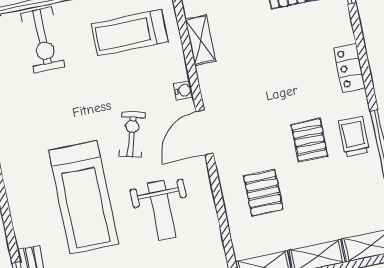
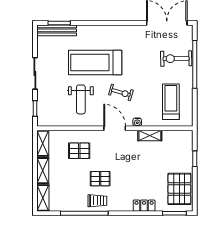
shelving: (200, 40) -> (150, 136), moved
locker: (350, 68) -> (144, 206), moved
weight bench: (162, 210) -> (81, 99), turned -90

